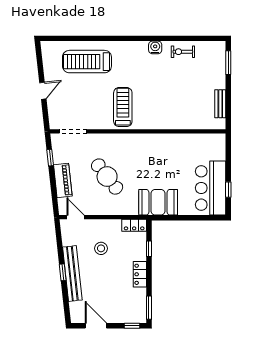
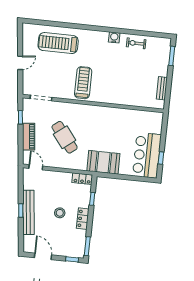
stool: (101, 248) -> (60, 213), moved

